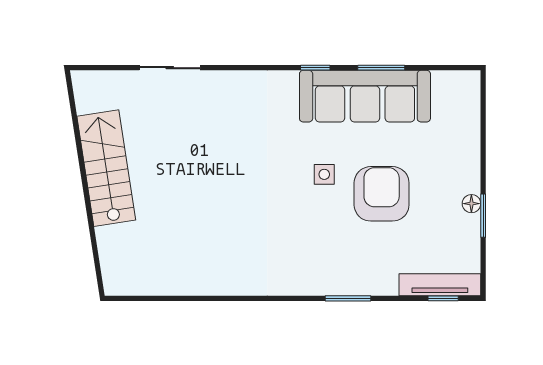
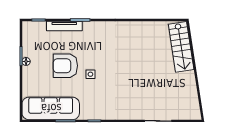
sofa: (365, 96) -> (51, 108), moved
stairs: (106, 168) -> (181, 47), moved
armchair: (382, 194) -> (65, 66), turned 90
tv unit: (440, 285) -> (64, 26), moved

